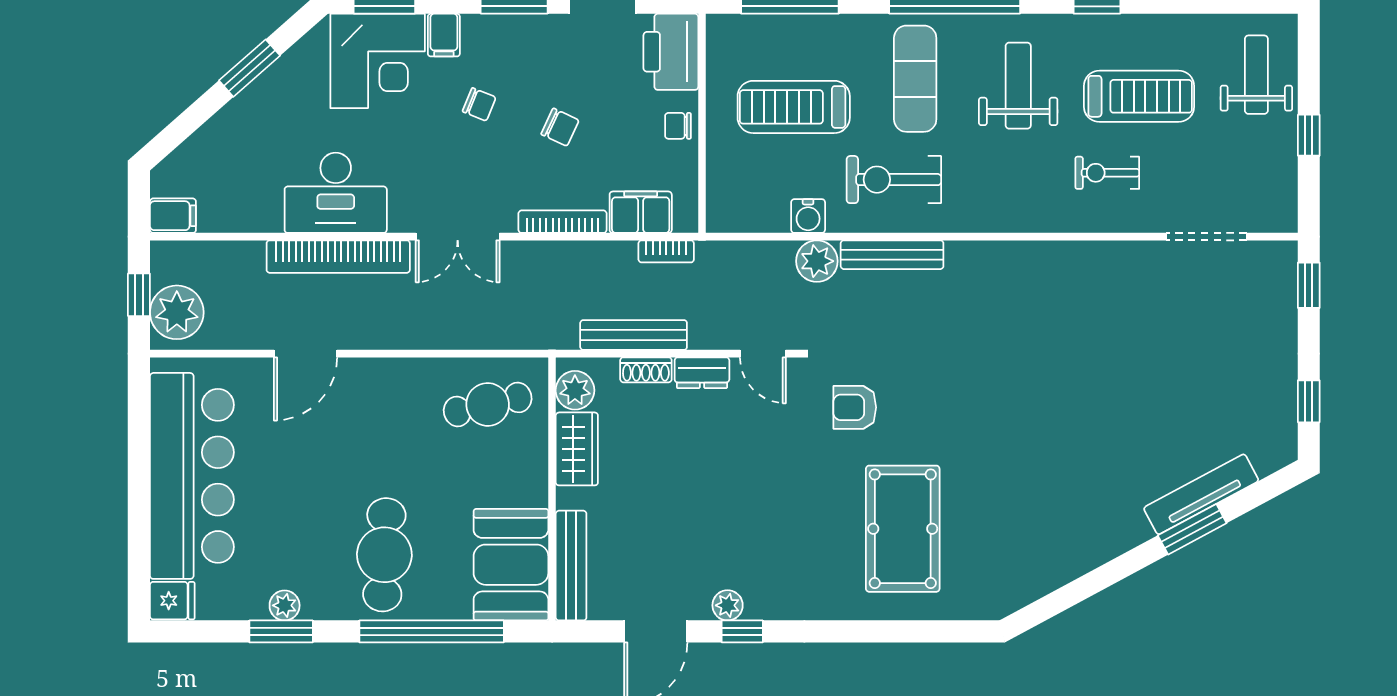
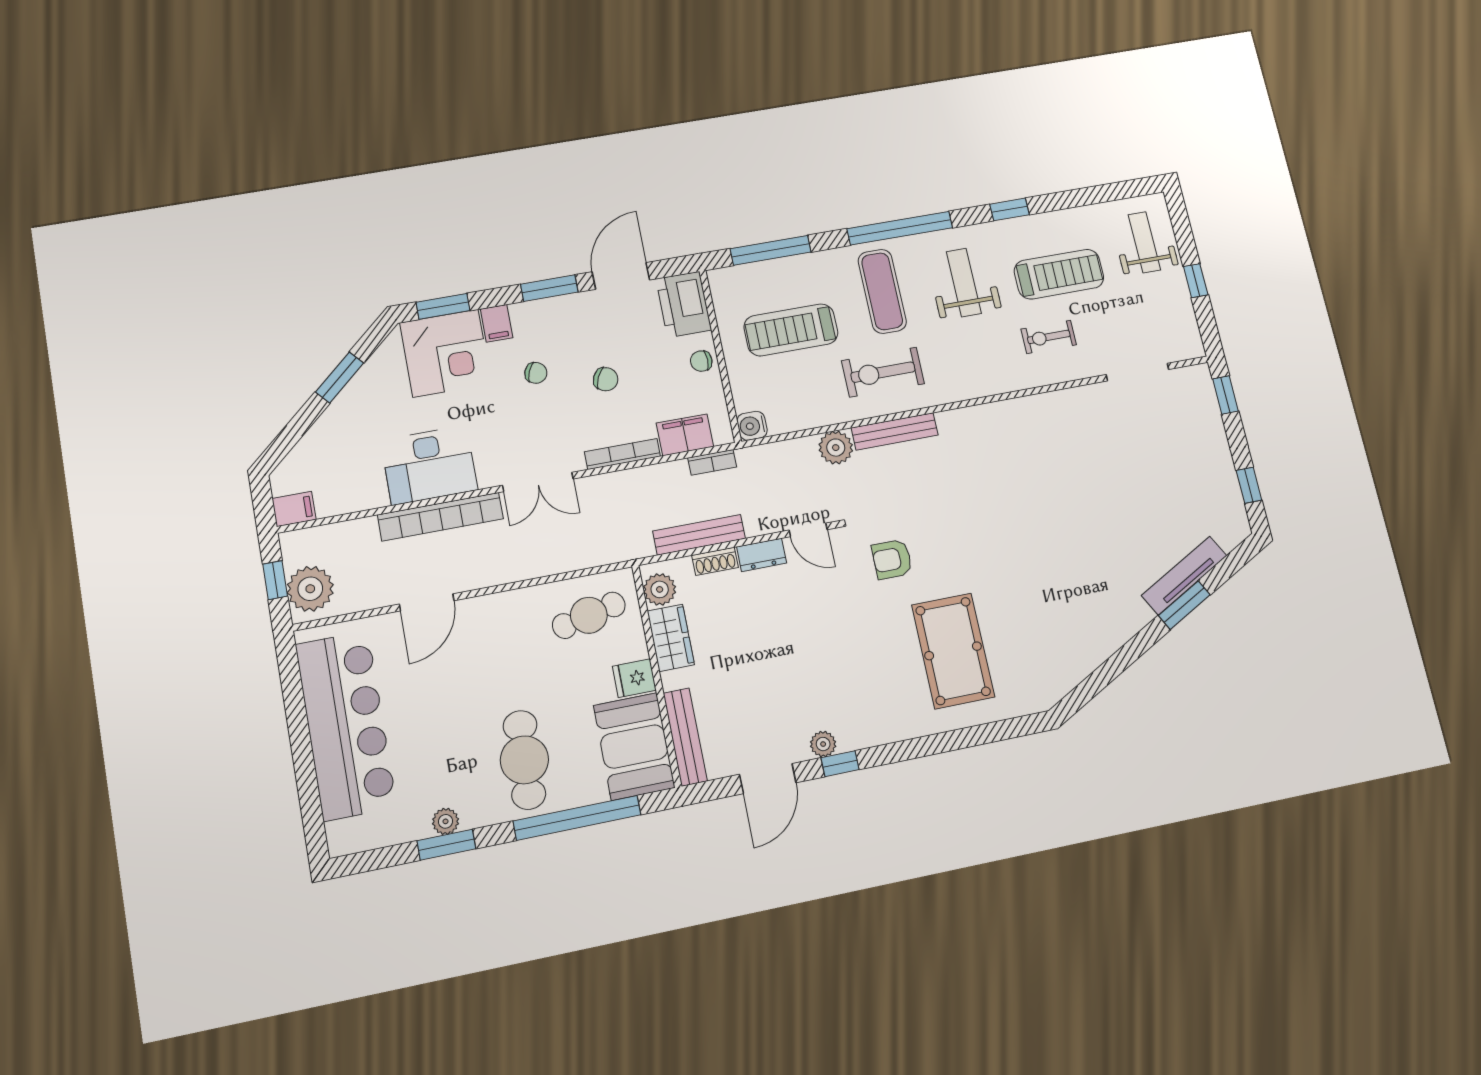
water cooler: (808, 216) -> (752, 426), moved, turned 90
fridge: (172, 601) -> (634, 678), moved, turned 180

